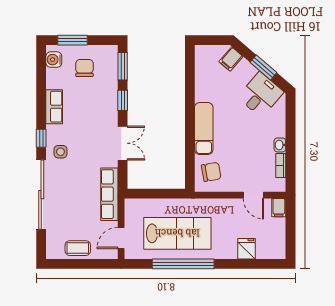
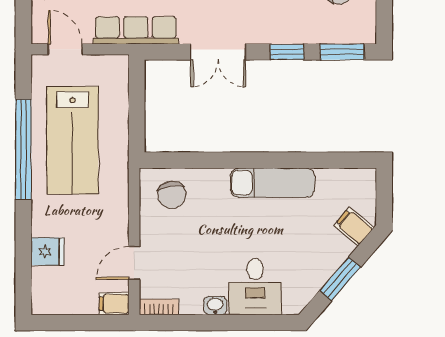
desk: (261, 95) -> (255, 287), moved, turned 49
exam couch: (204, 129) -> (273, 183), moved
bookcase: (281, 166) -> (159, 307), moved

